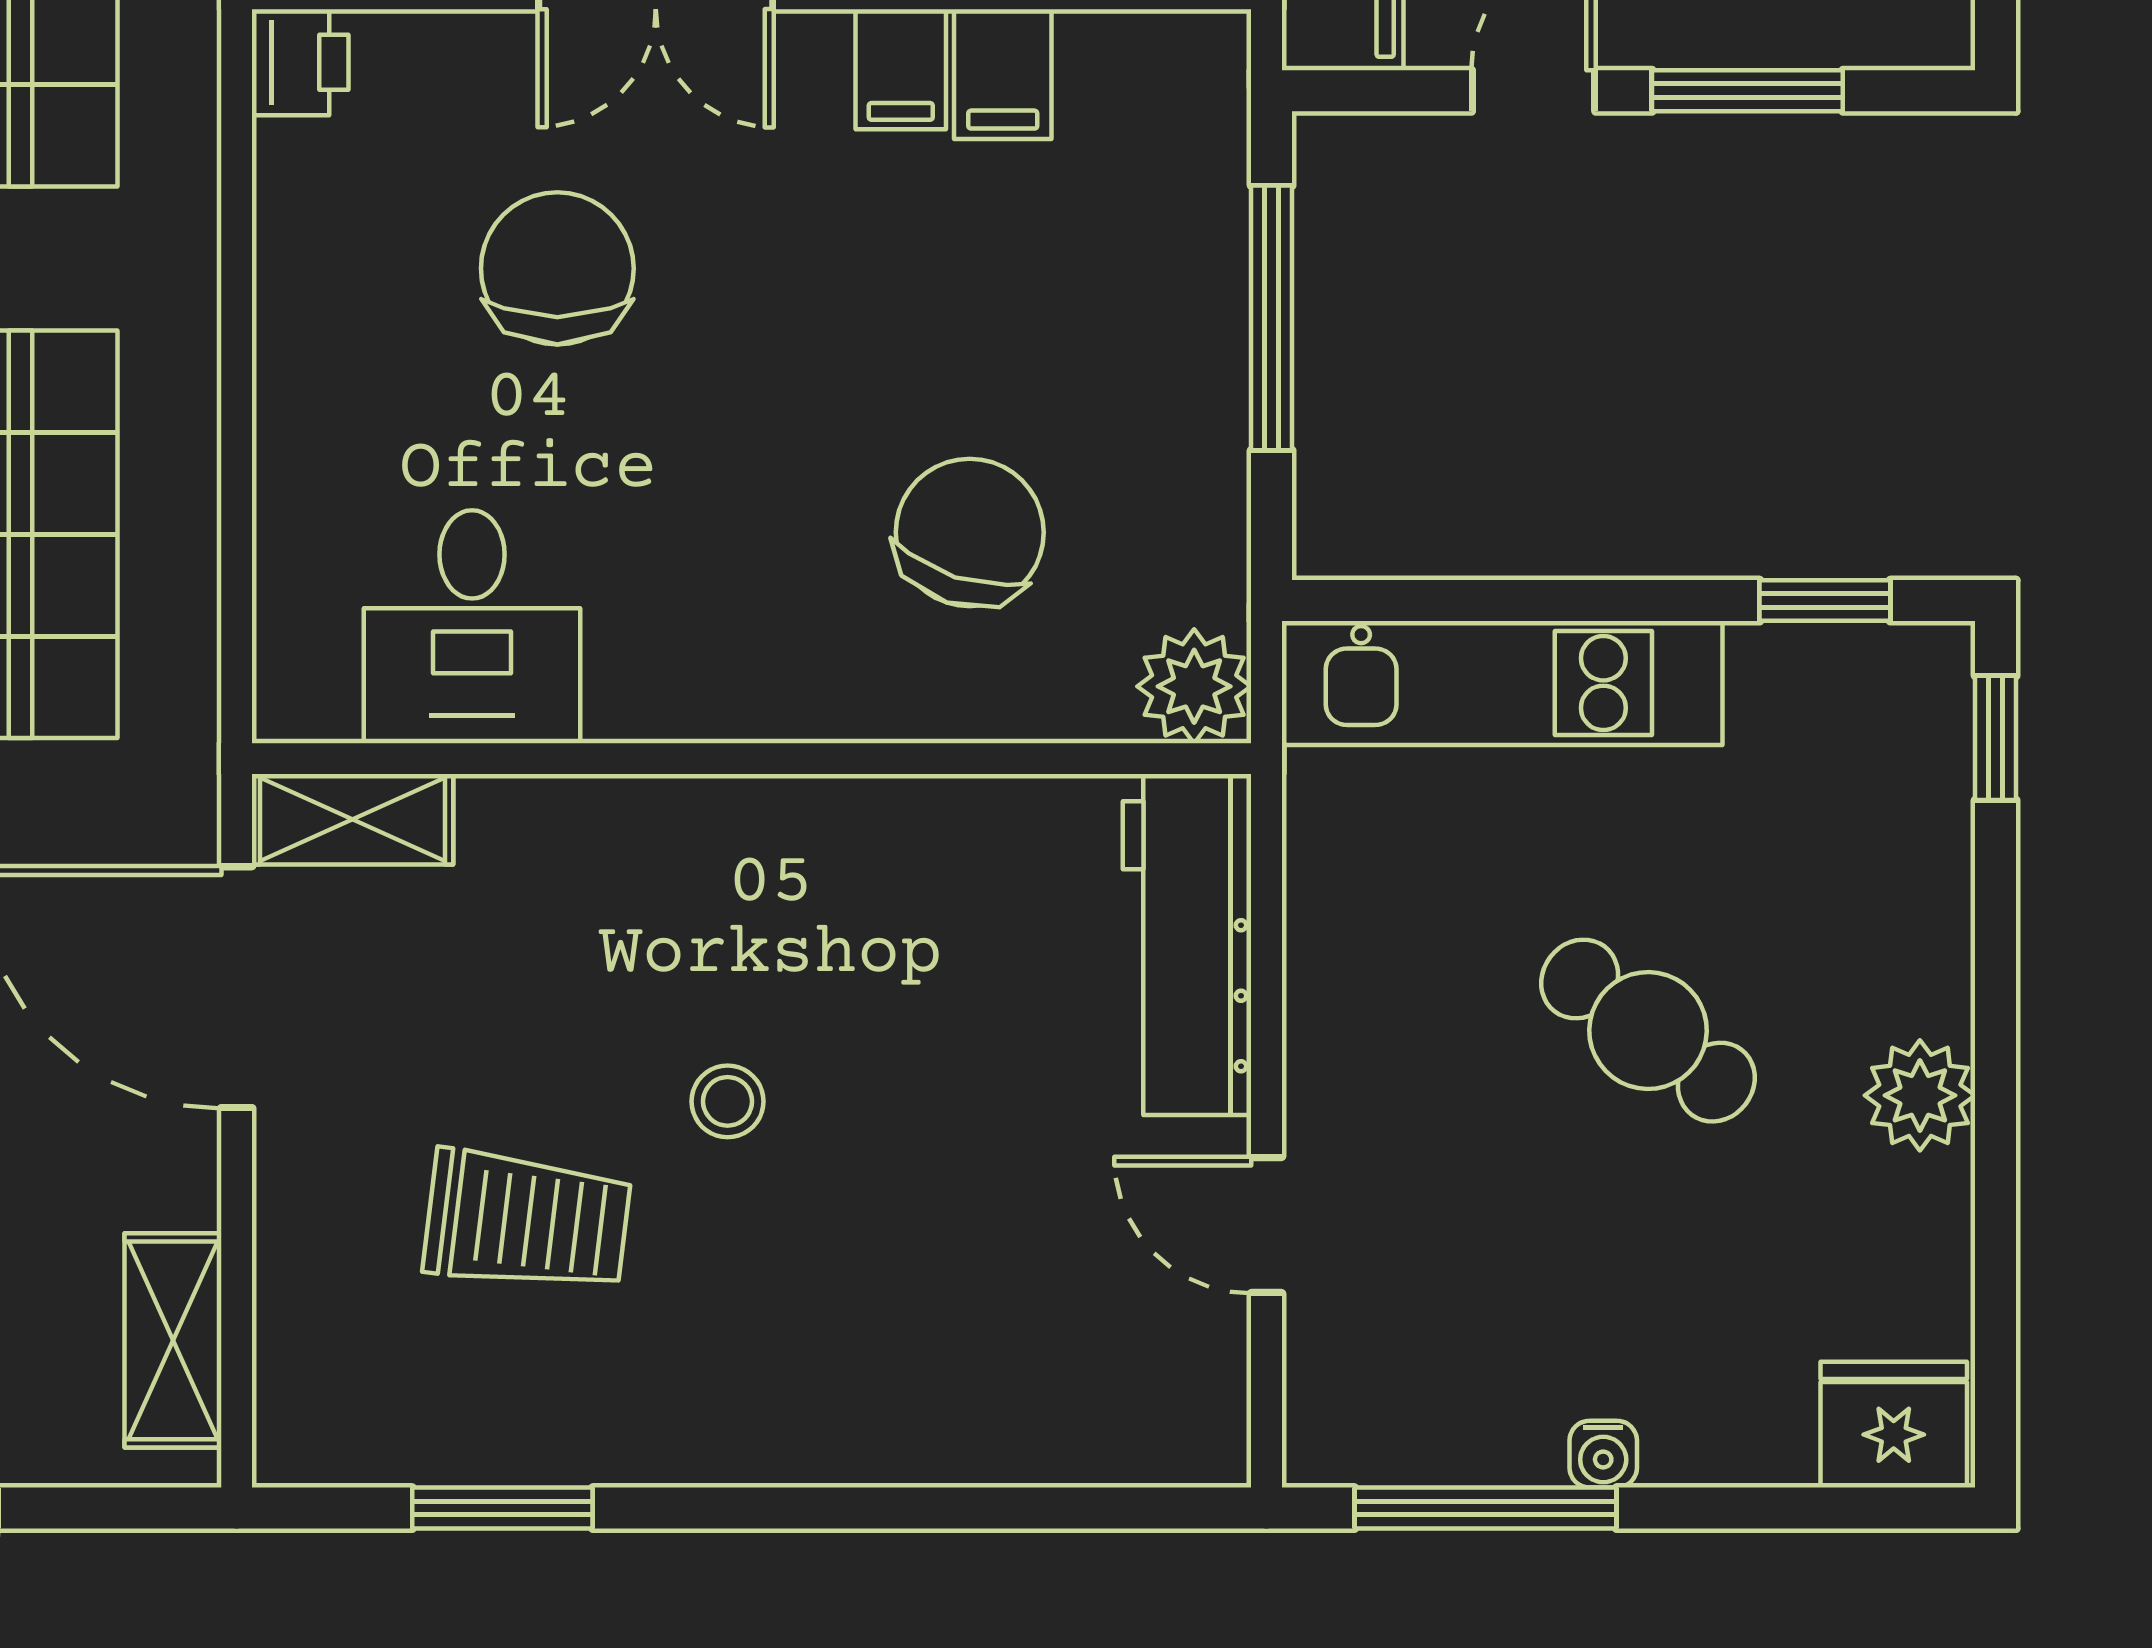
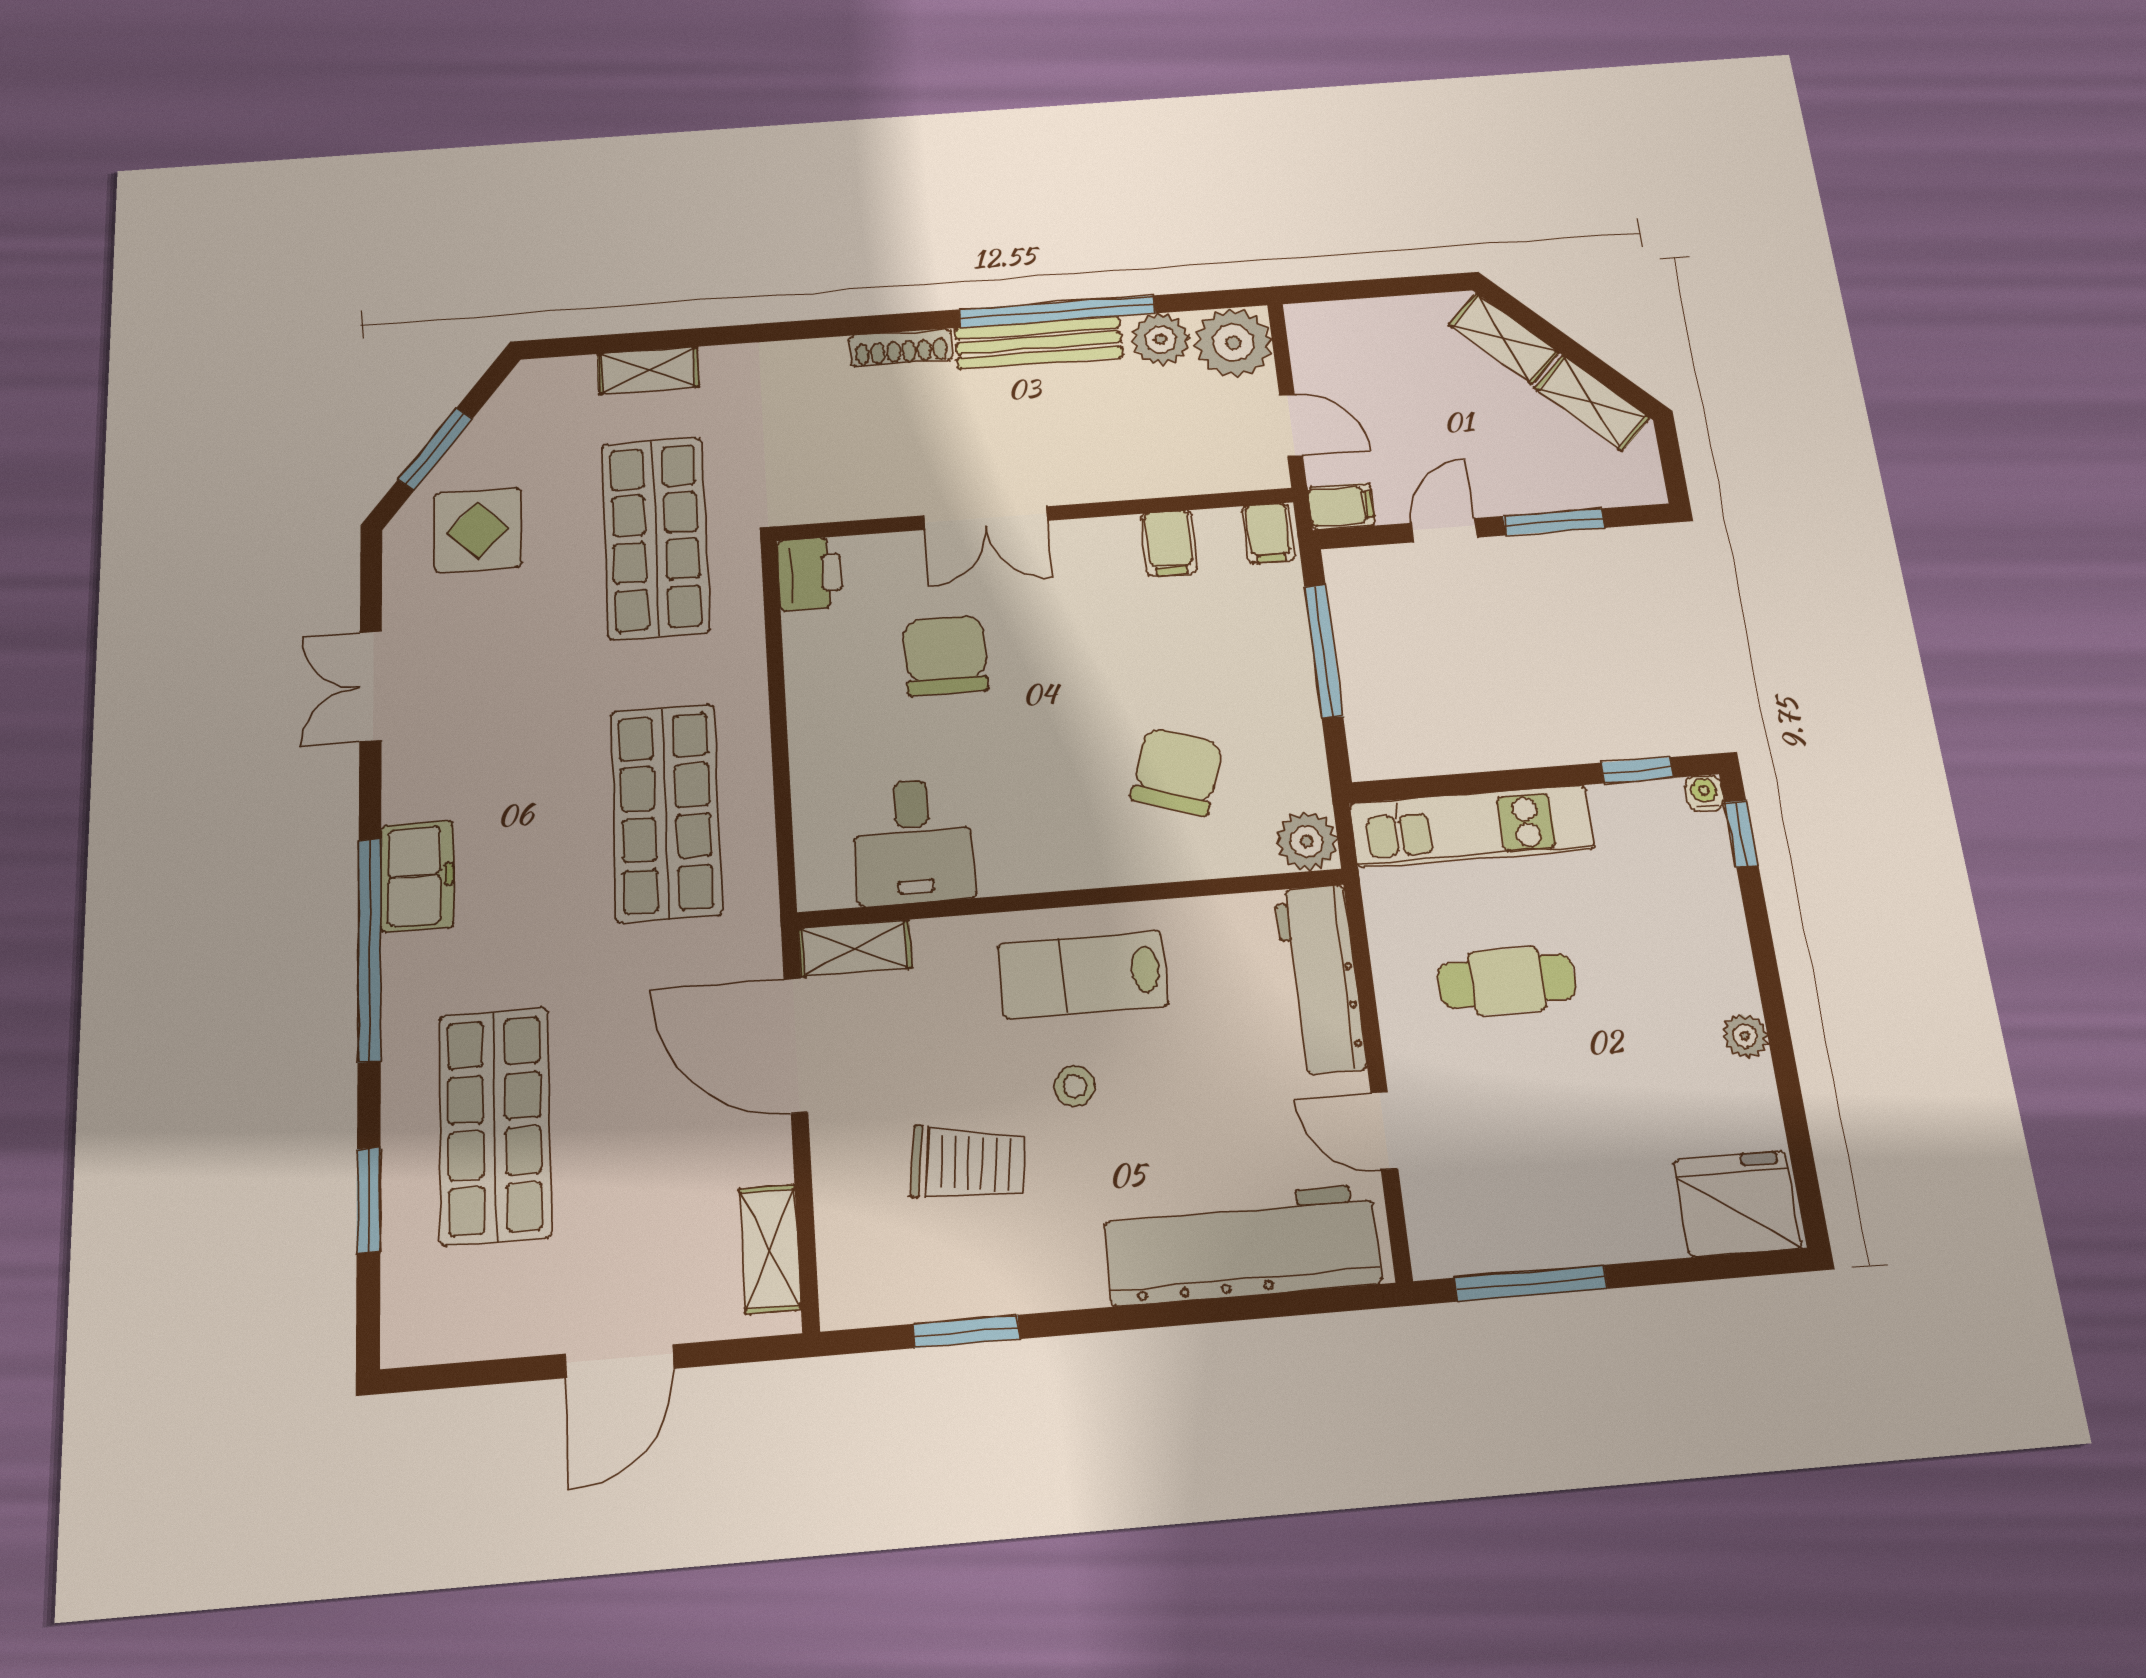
printer: (300, 62) -> (810, 574), width x1.36, depth x1.24
filing cabinet: (901, 69) -> (1269, 533), moved
lab bench: (760, 901) -> (1083, 975), added
cafe table: (1648, 1031) -> (1507, 981), moved, turned -37
plant: (1920, 1095) -> (1745, 1036), width x0.73, depth x0.73
workbench: (992, 1401) -> (1242, 1245), added
fridge: (1894, 1425) -> (1737, 1204), width x1.36, depth x1.34
water cooler: (1603, 1454) -> (1704, 793), moved, turned 180

